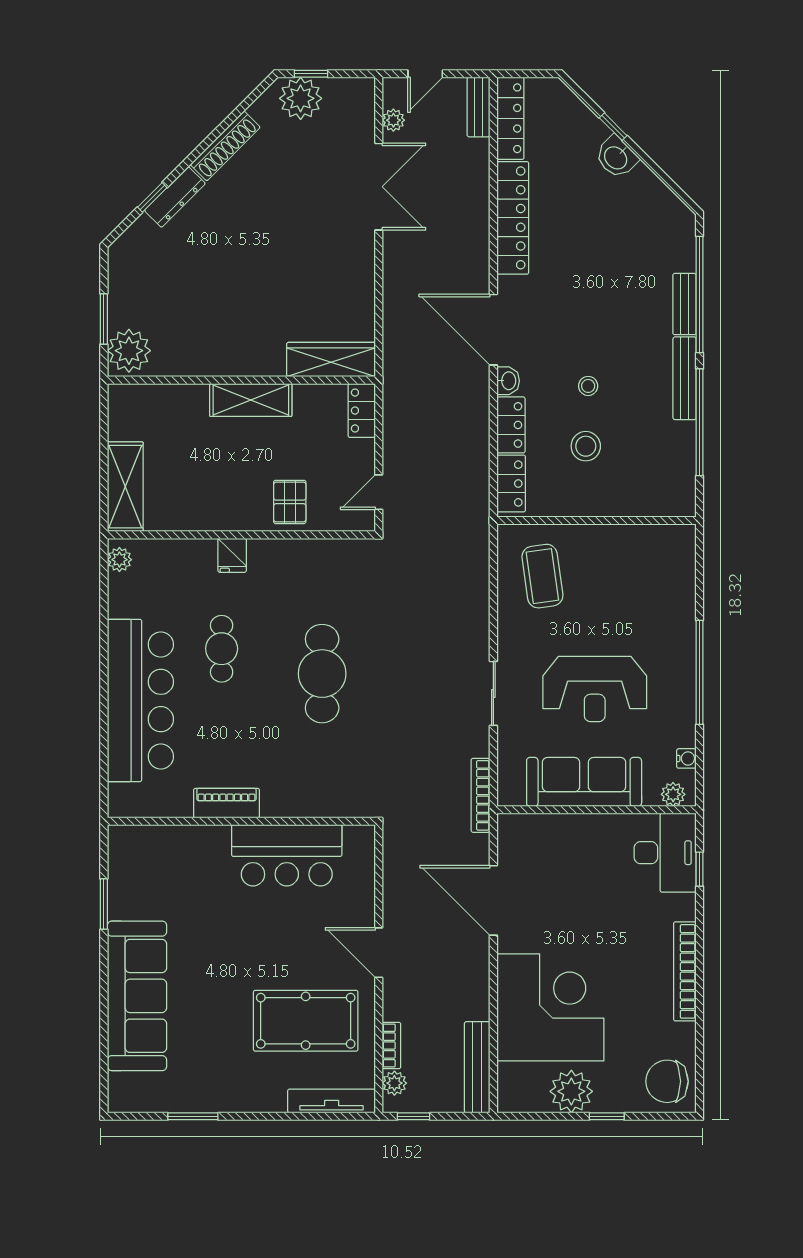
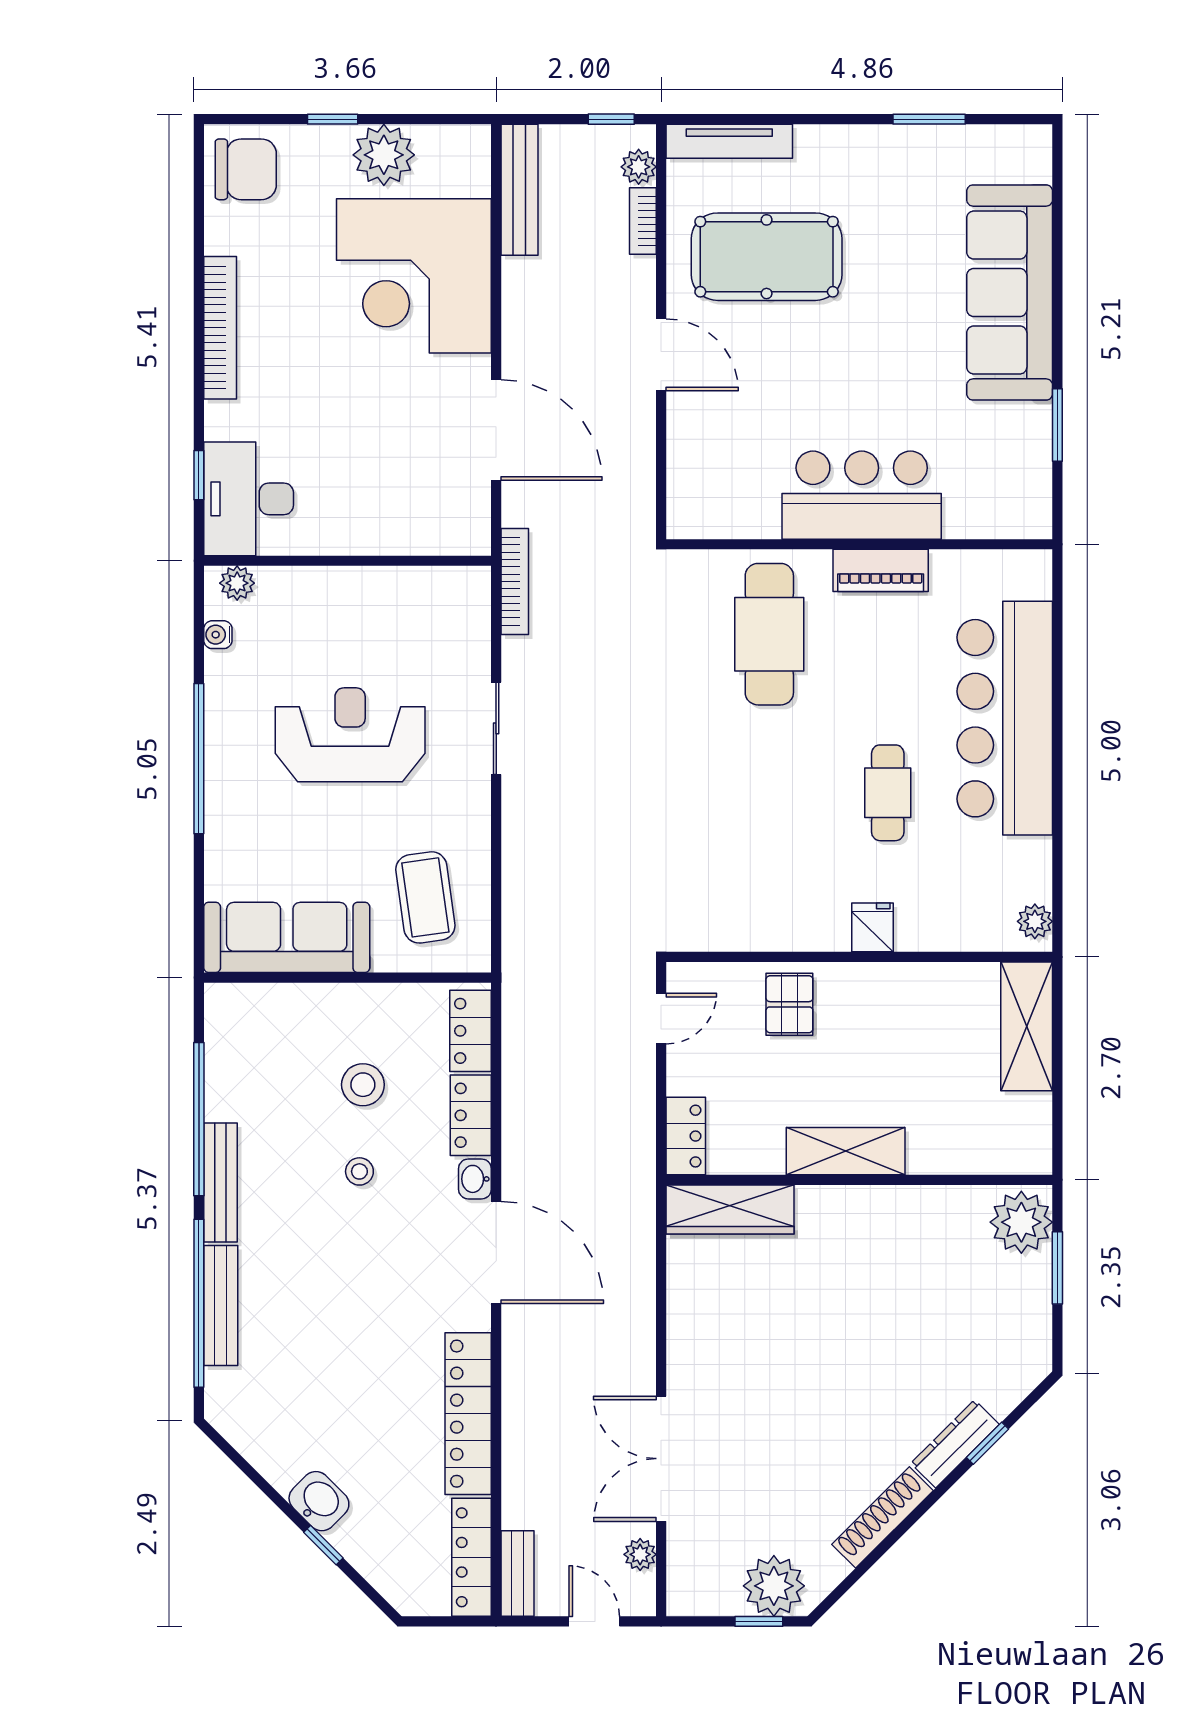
door: (425, 74) -> (594, 1621), hinge flipped
bench: (684, 304) -> (221, 1306), width x1.36
cafe table: (322, 674) -> (769, 634), moved
sofa: (584, 782) -> (287, 937), moved, turned 180
bar counter: (287, 855) -> (862, 495), moved

